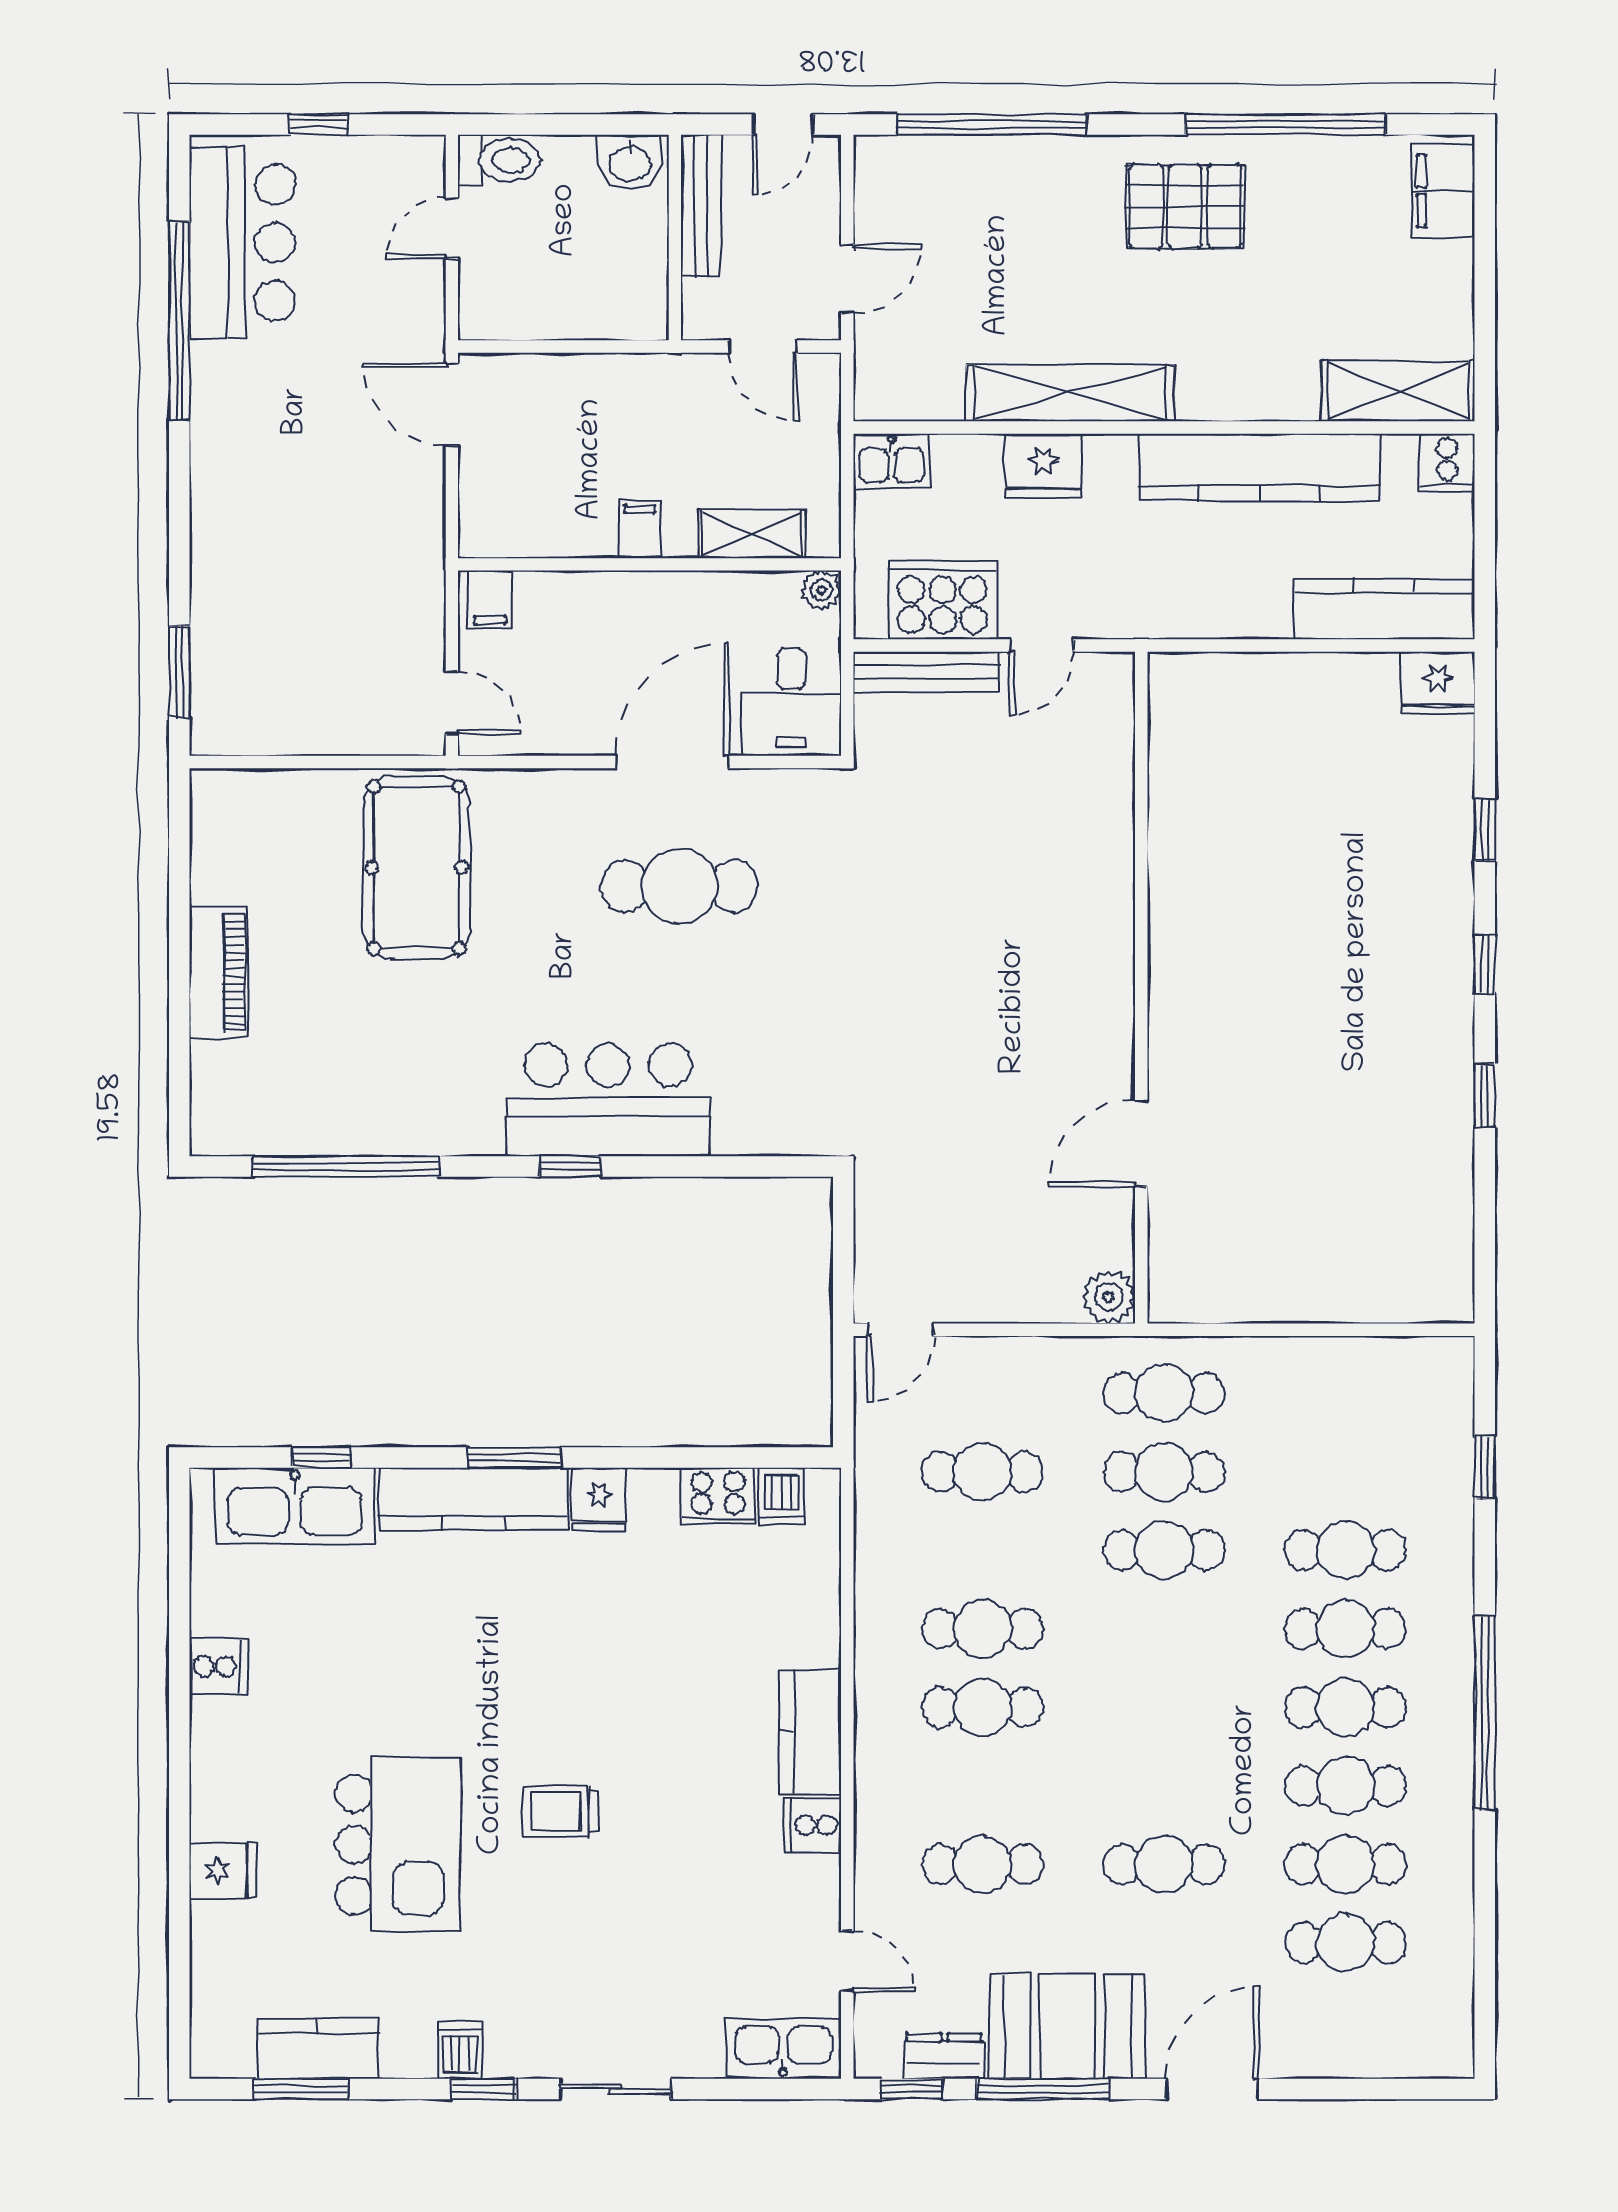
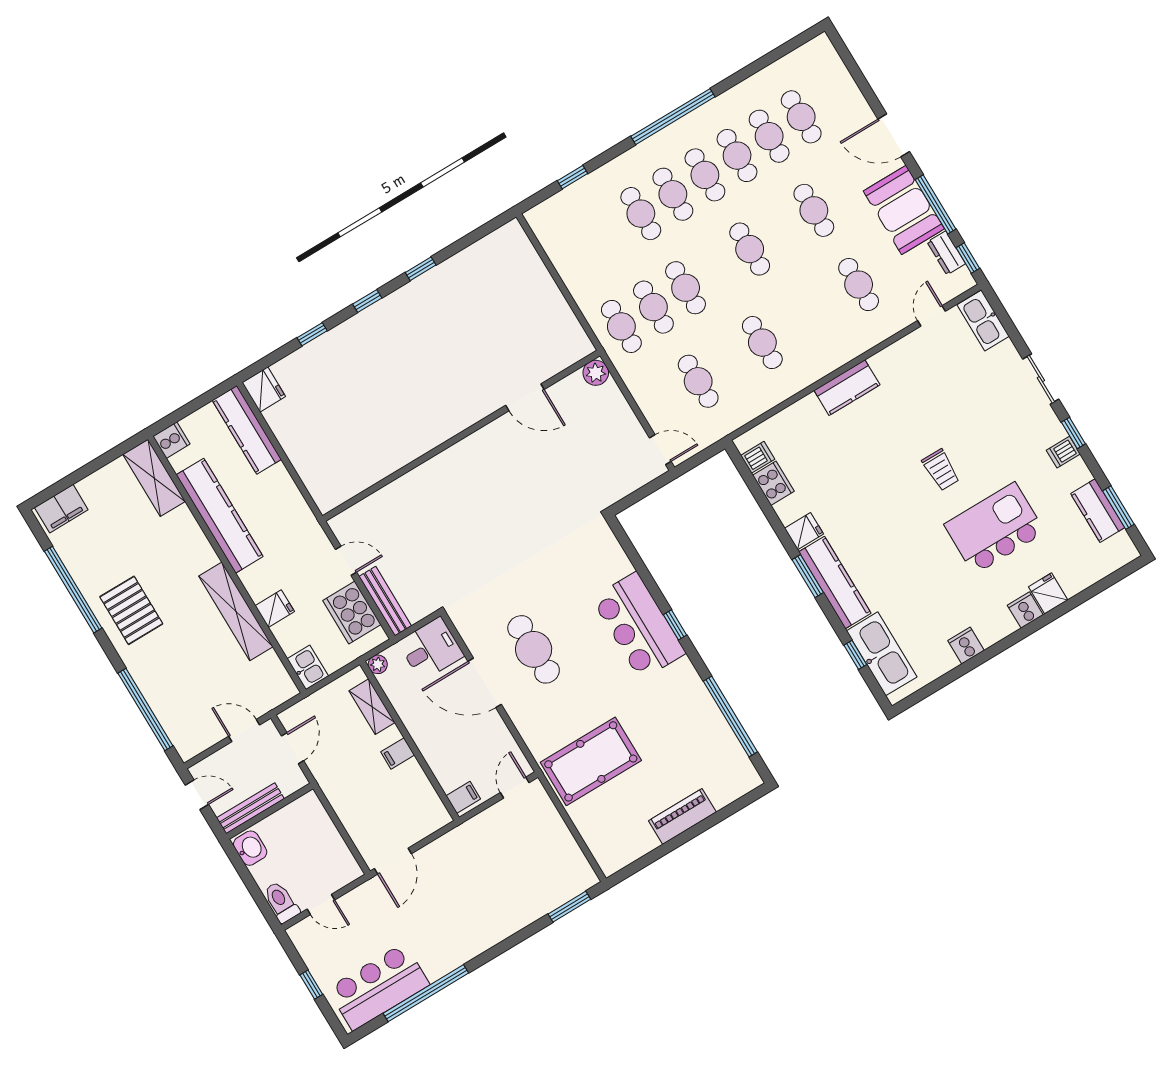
fridge: (1043, 466) -> (275, 609), width x0.72
cafe table: (982, 1707) -> (750, 249), moved
cooker: (813, 1825) -> (1025, 610), moved, turned 180

